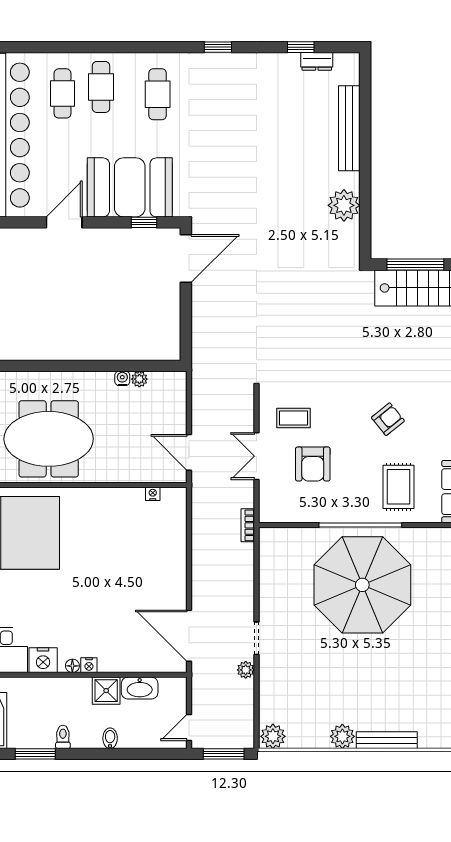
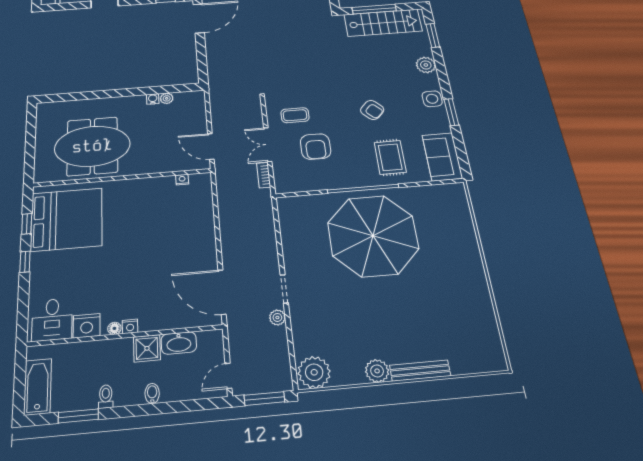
armchair: (388, 419) -> (372, 110), turned 83
bookcase: (248, 525) -> (264, 175), moved
plant: (273, 736) -> (314, 372), width x1.36, depth x1.36

